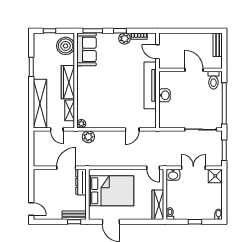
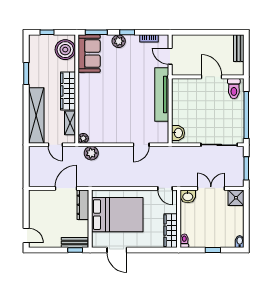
plant: (125, 39) -> (119, 41), moved
washbasin: (164, 95) -> (178, 133), moved

